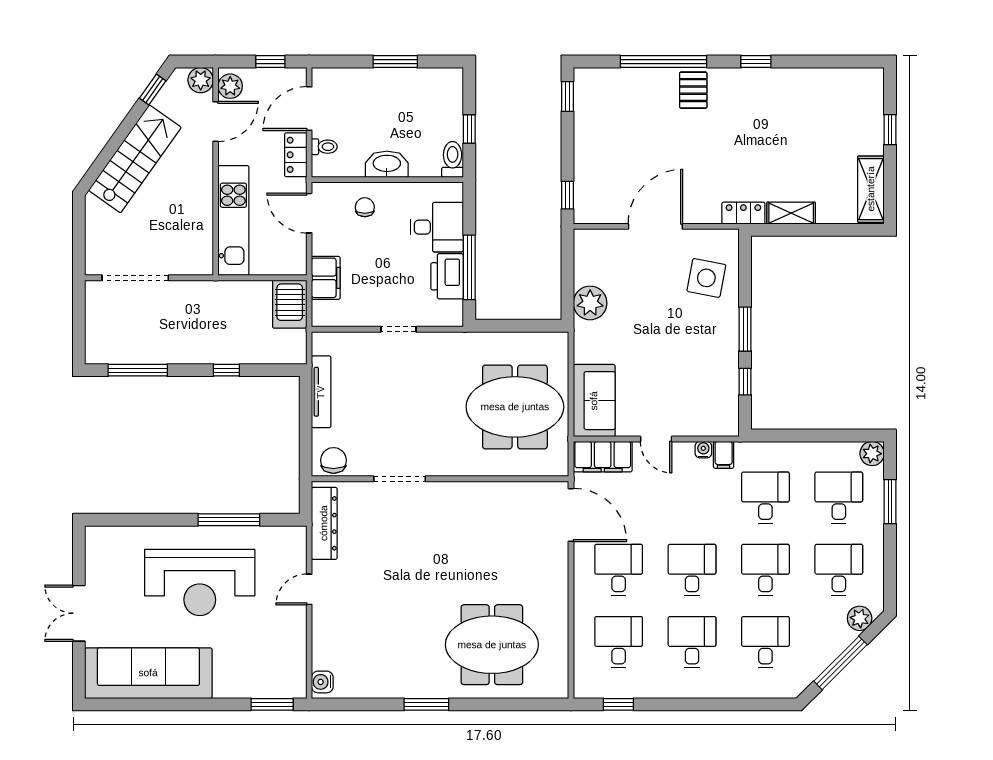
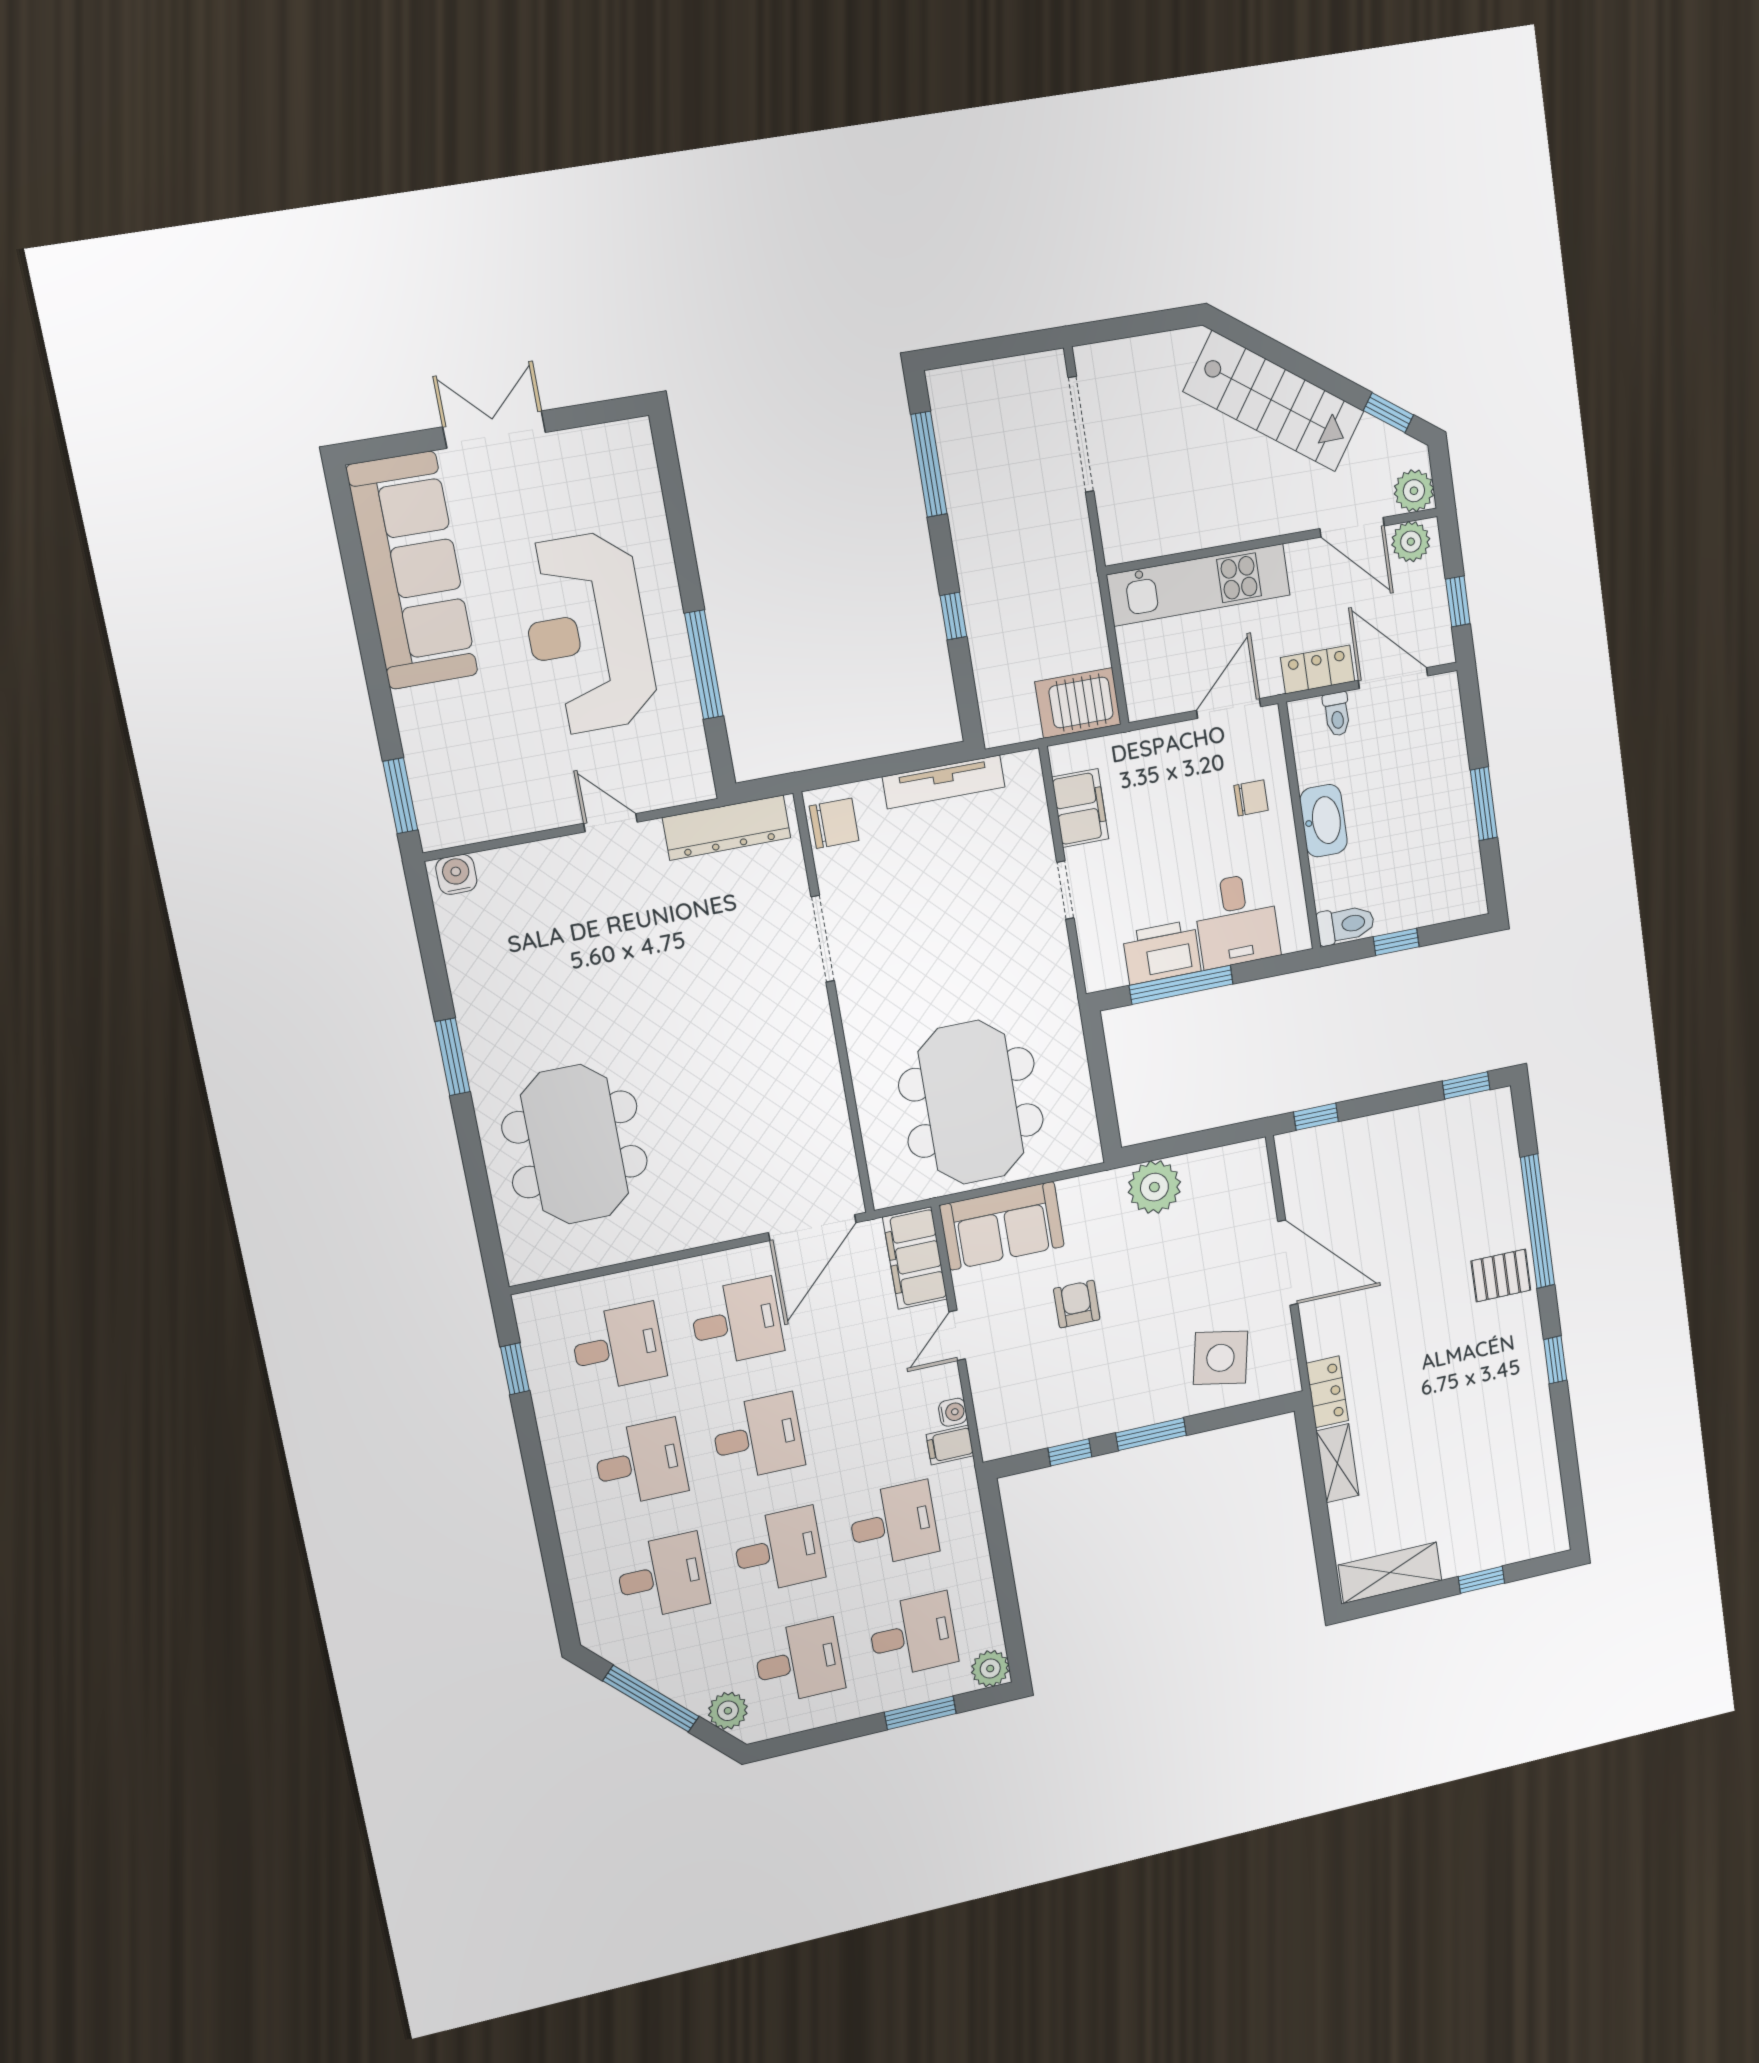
filing cabinet: (326, 278) -> (1080, 808), moved, turned -90
armchair: (653, 363) -> (1077, 1304), added

